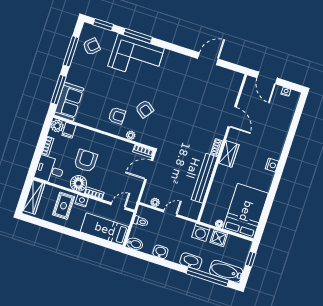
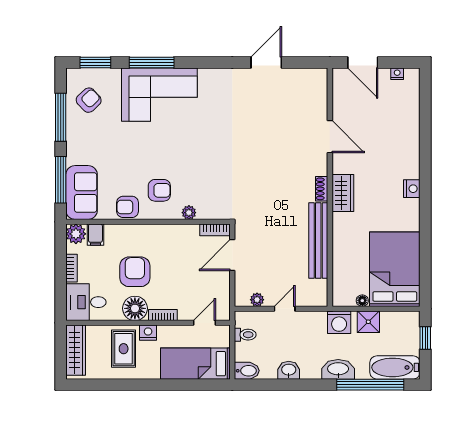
armchair: (145, 109) -> (128, 207), moved, turned 144

